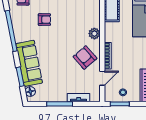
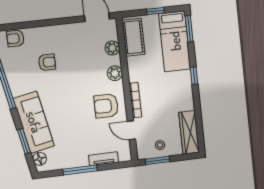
plant: (95, 14) -> (112, 48), added
armchair: (85, 57) -> (106, 106), turned -49
door: (102, 78) -> (131, 130), swing flipped

